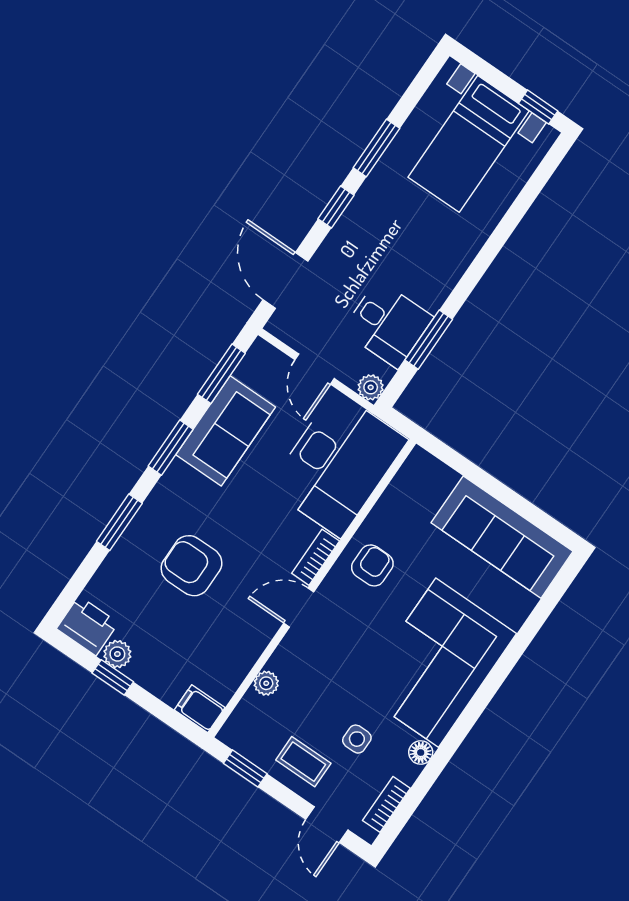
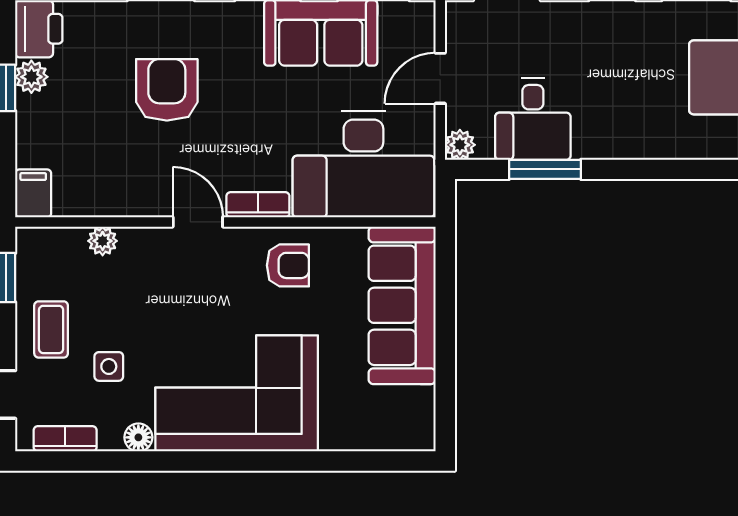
sofa: (502, 537) -> (402, 305), moved

